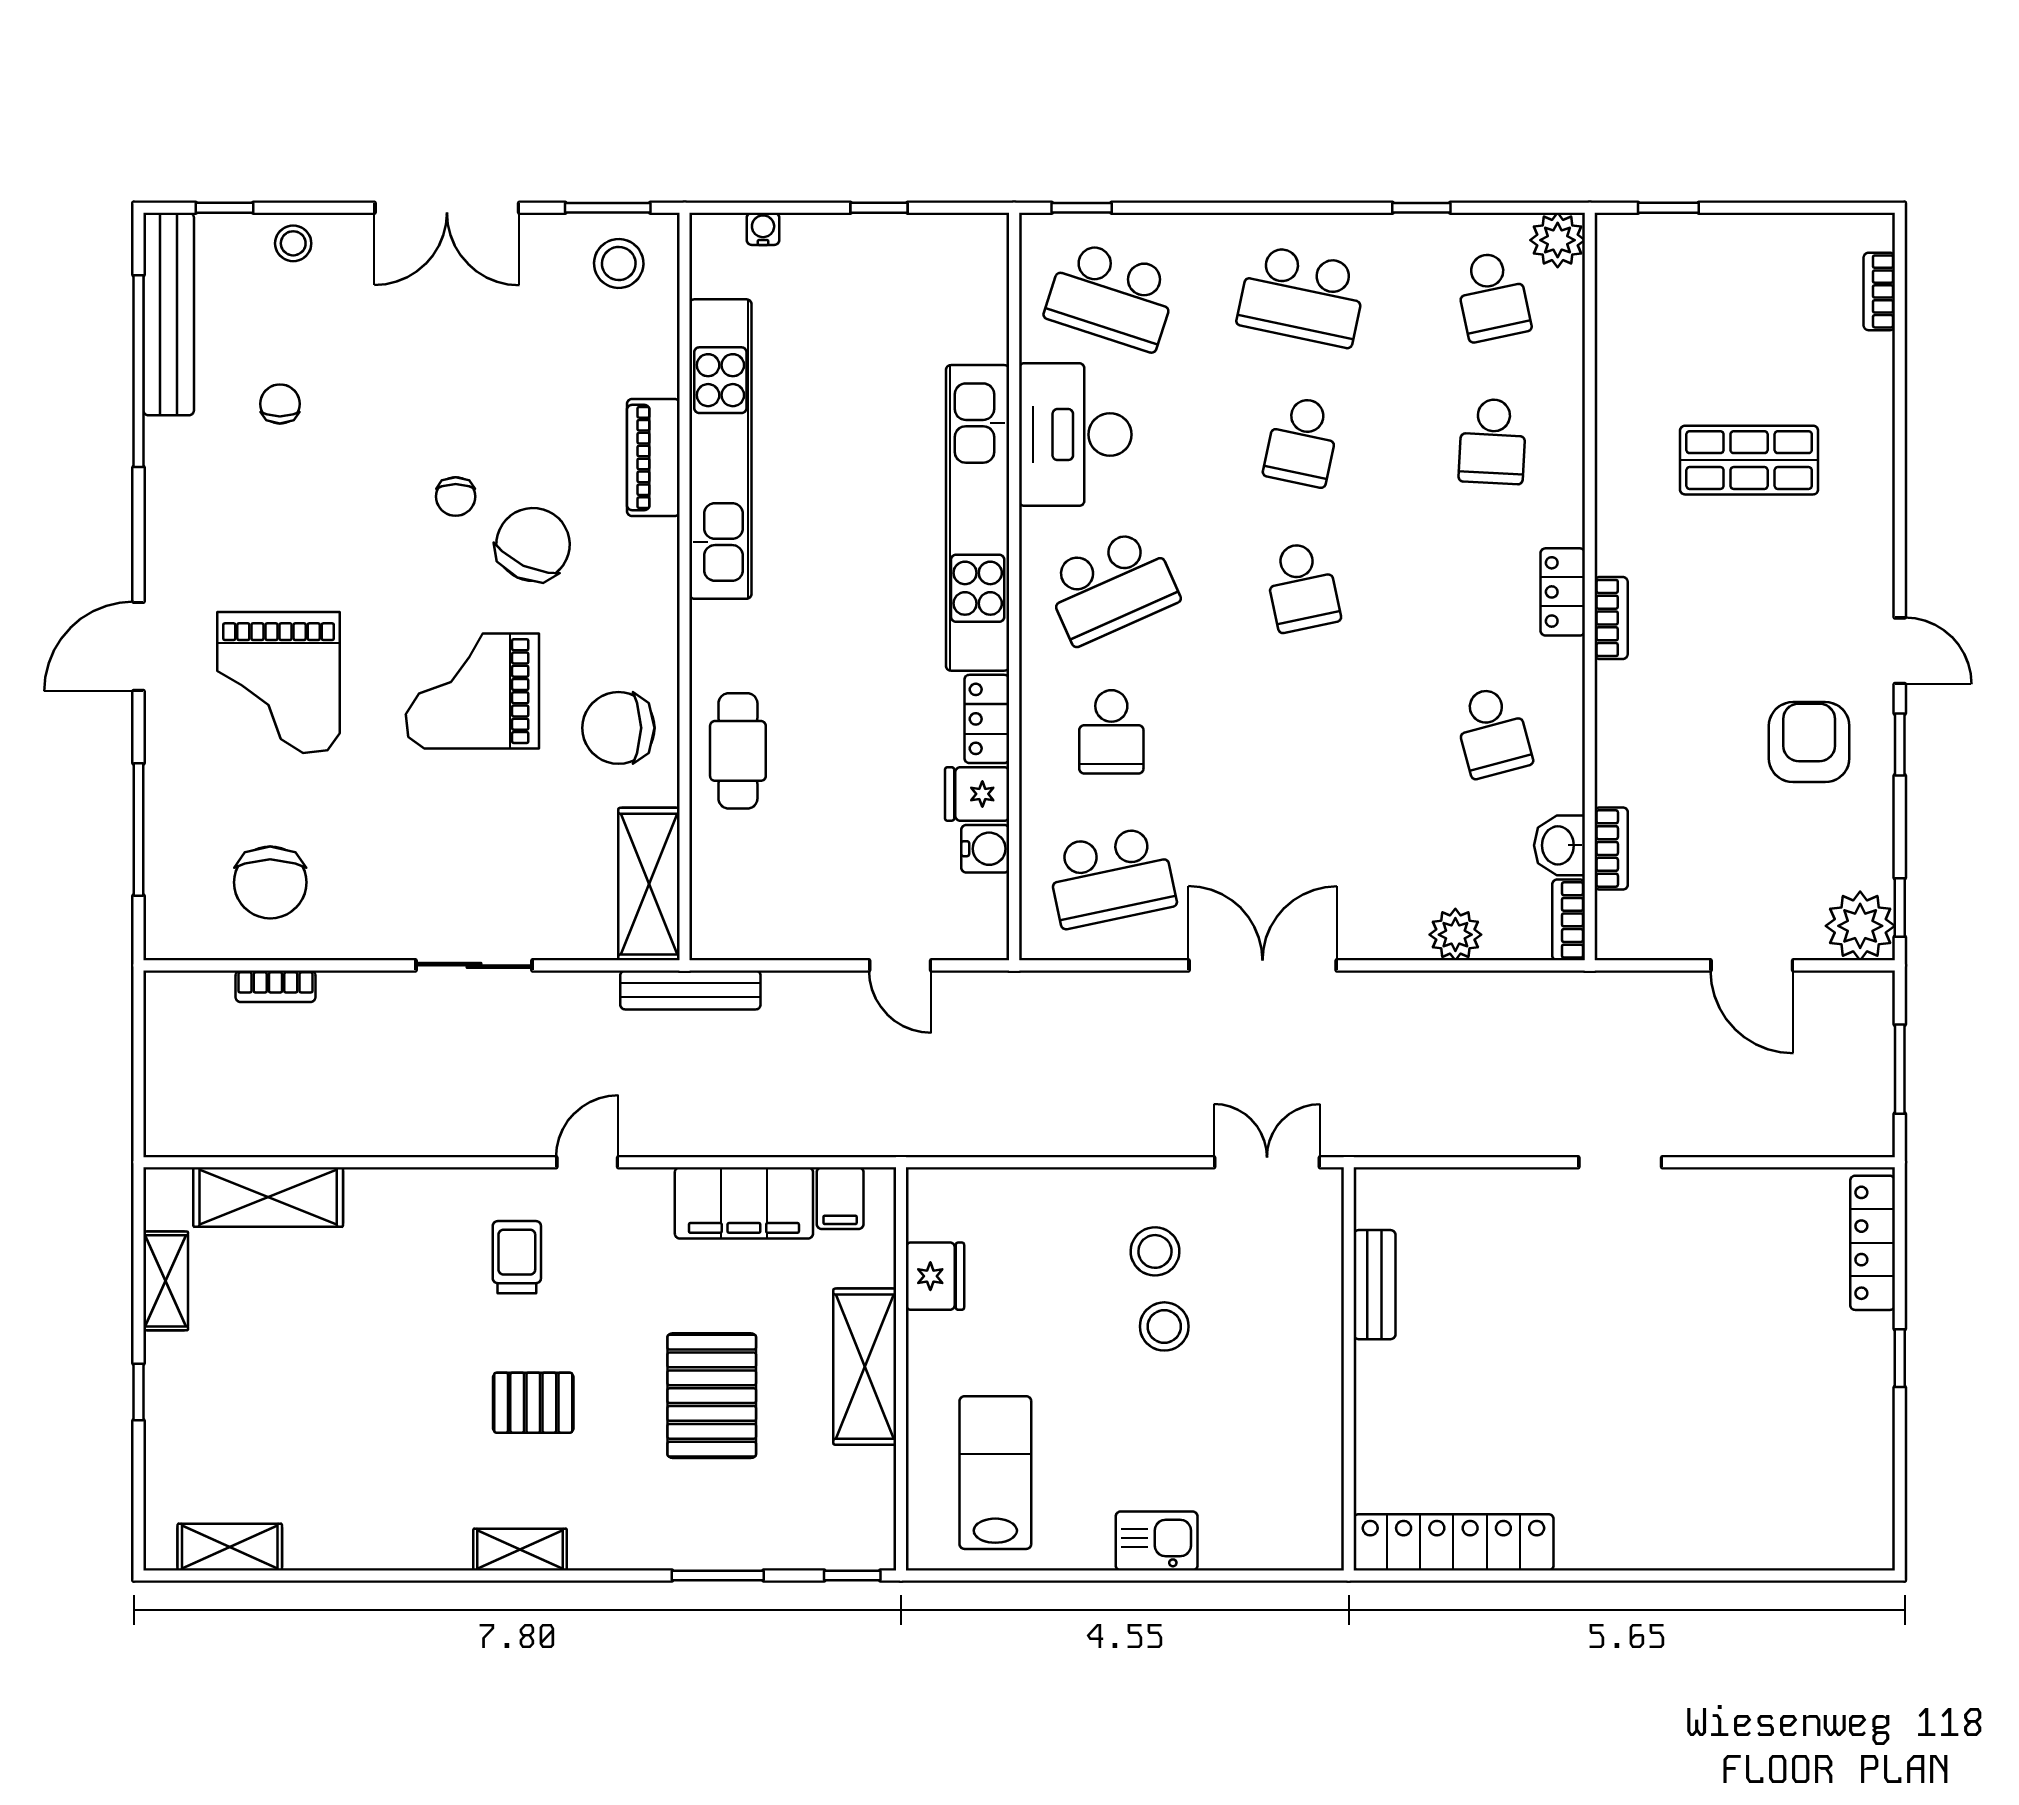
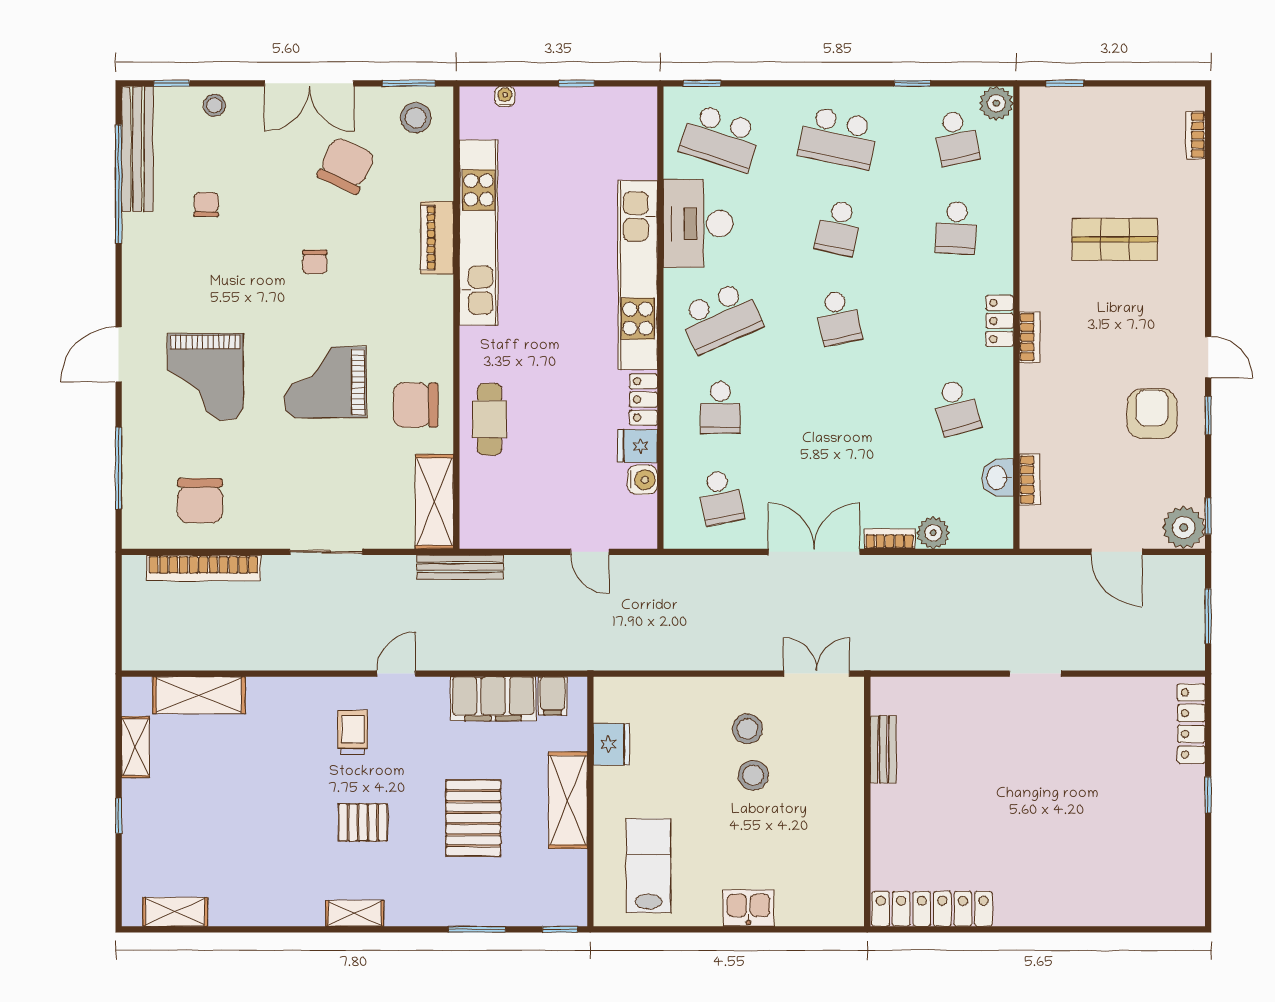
chair: (533, 544) -> (346, 165), moved
school desk: (1111, 877) -> (720, 497), width x0.54
bookcase: (1569, 920) -> (890, 539), moved, turned 90
bookcase: (276, 986) -> (203, 568), width x2.31, depth x1.31

